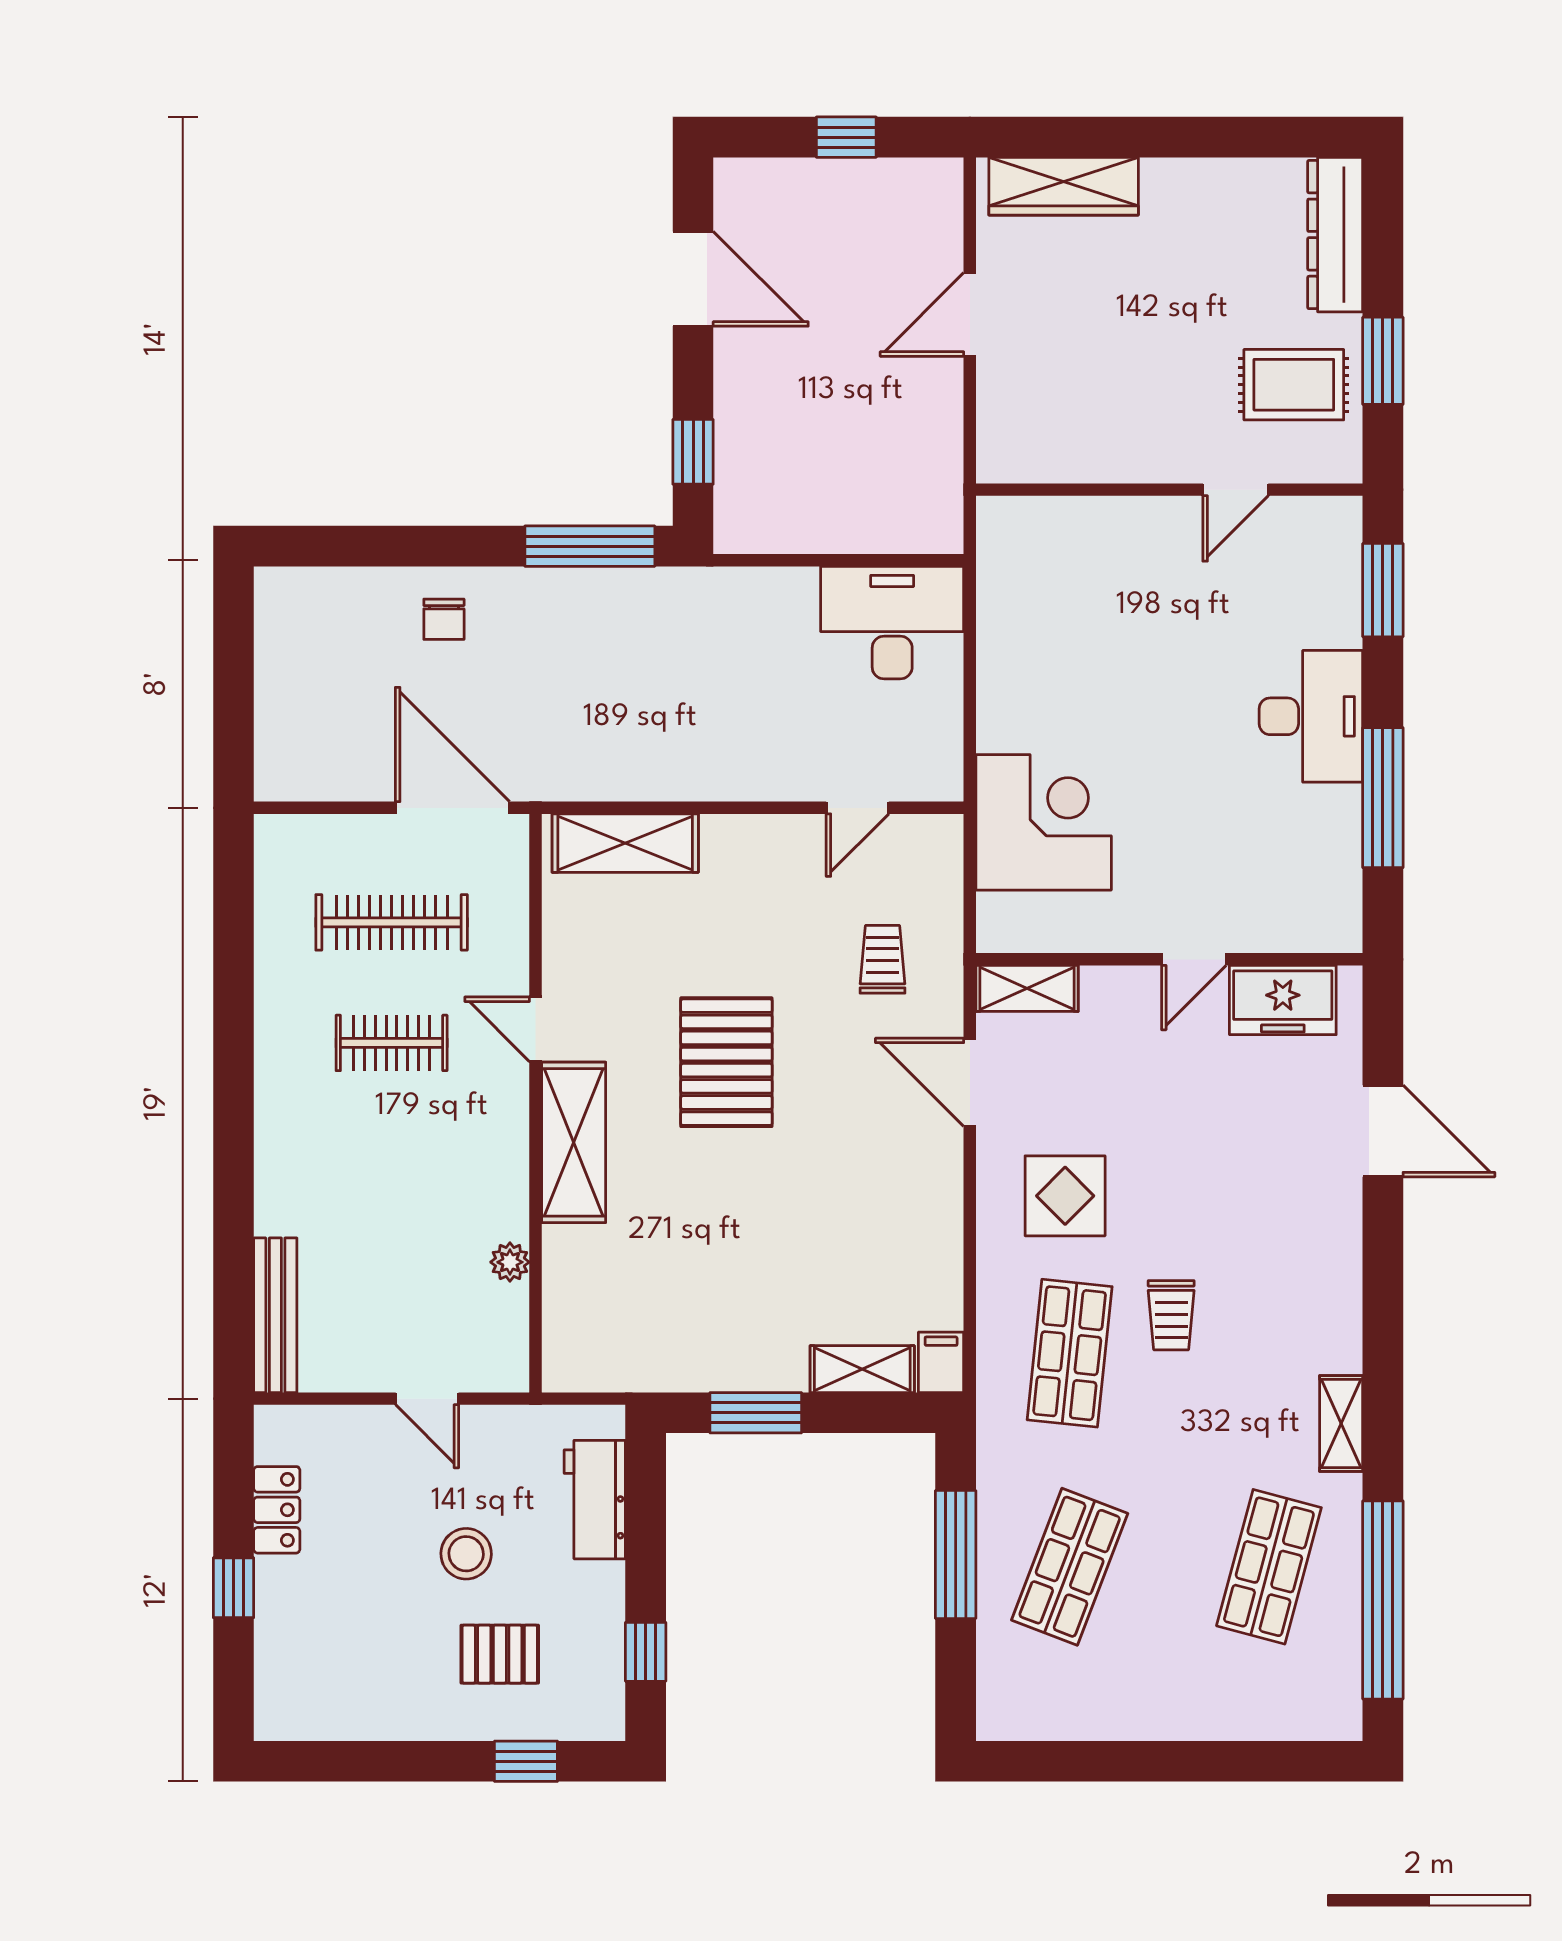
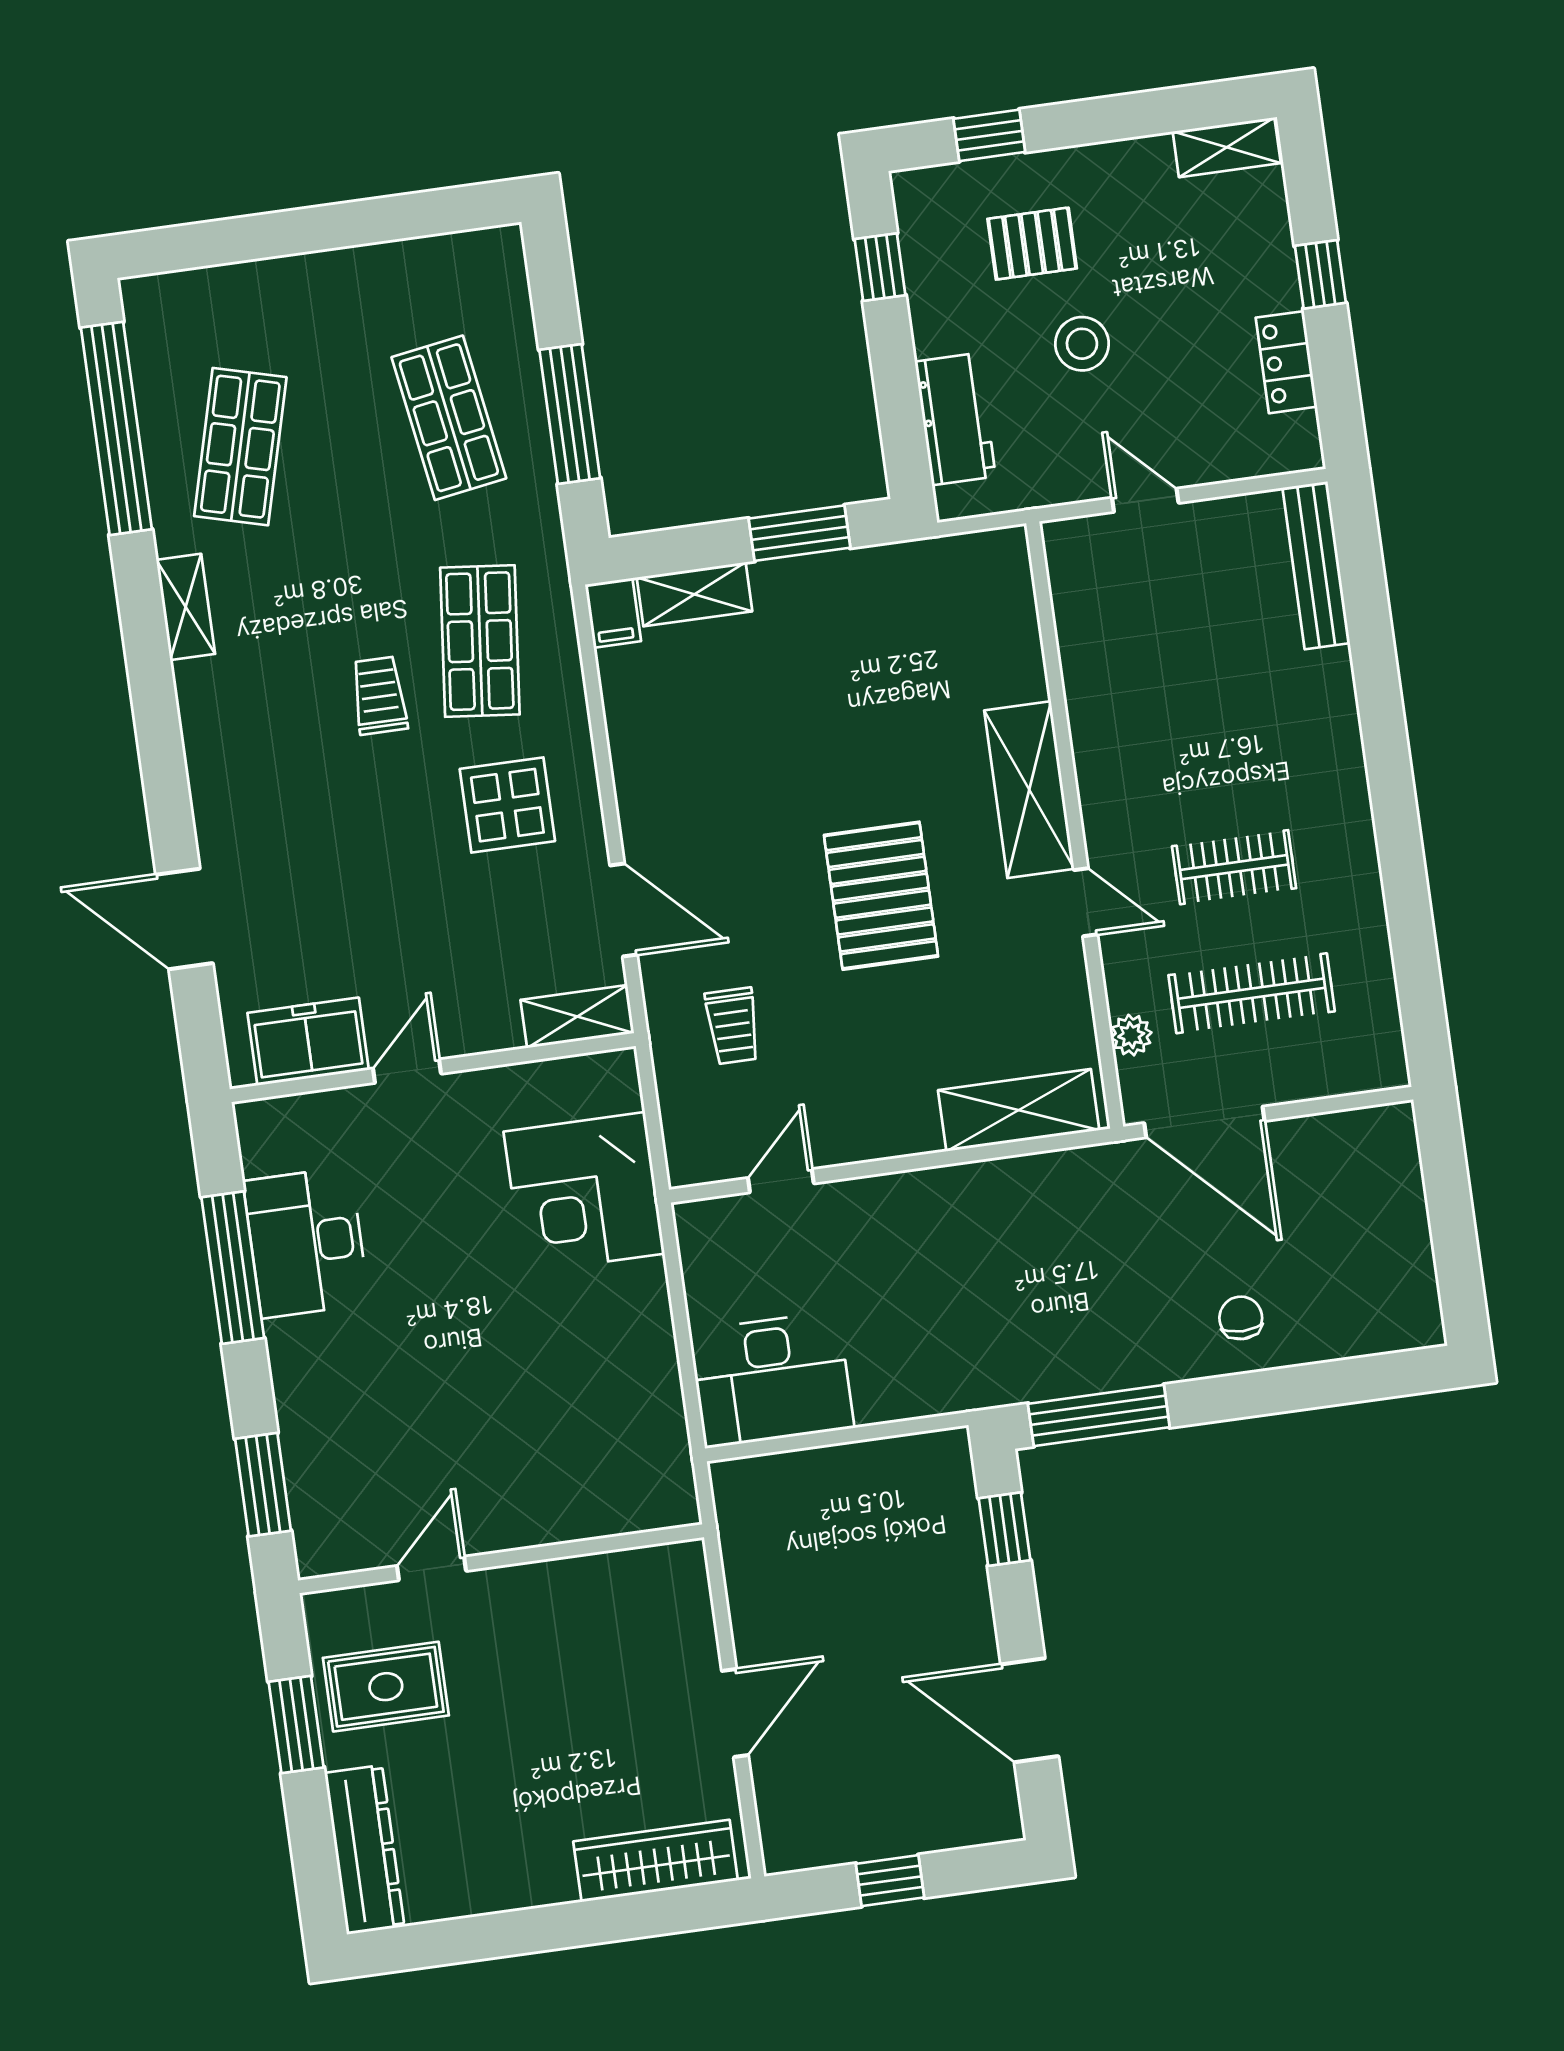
desk: (1311, 716) -> (306, 1242), moved
plant: (510, 1262) -> (1131, 1035), moved
shop shelf: (1070, 1567) -> (449, 418), turned -30
shelving: (305, 1719) -> (1227, 147), added

